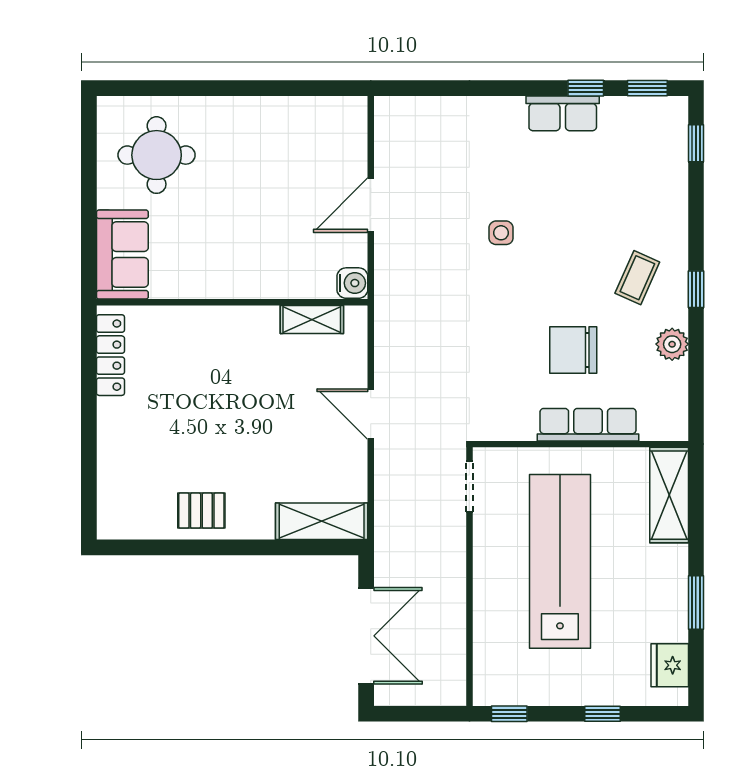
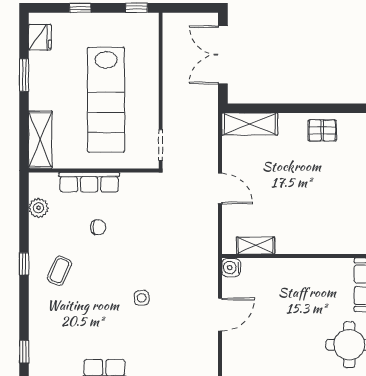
plant: (672, 344) -> (38, 208), moved
chair: (573, 350) -> (98, 227), width x0.54, depth x0.54

